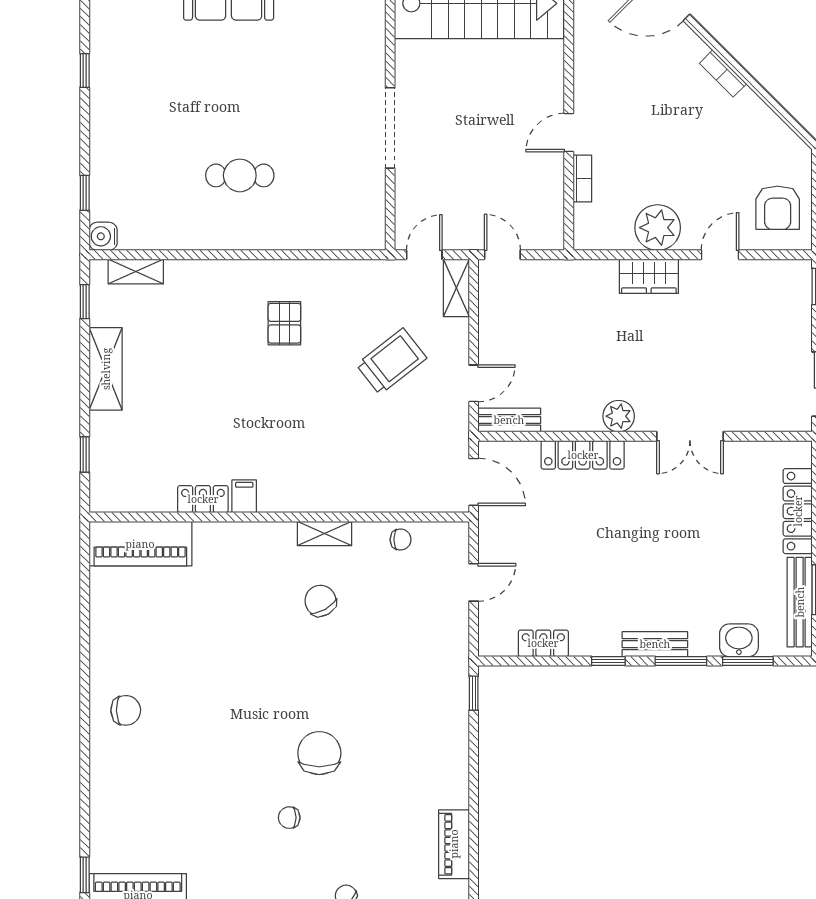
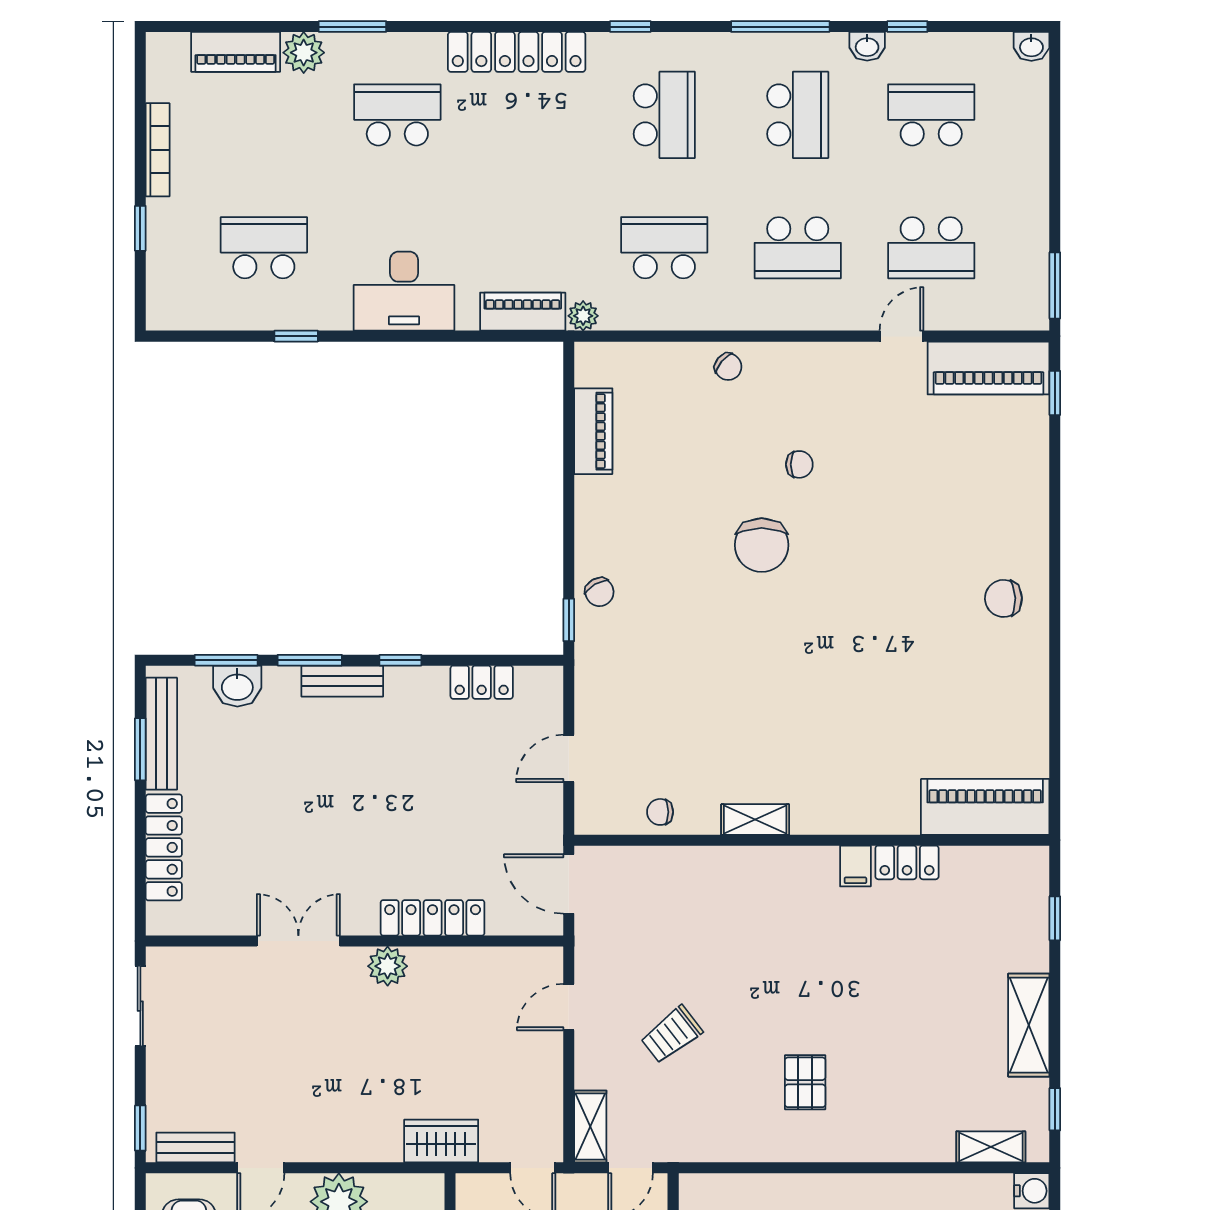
wardrobe: (649, 276) -> (441, 1141), moved
trolley: (391, 361) -> (672, 1035), width x0.73, depth x0.72
bench: (509, 420) -> (196, 1147), moved
chair: (320, 601) -> (599, 592), moved, width x0.73, depth x0.73

